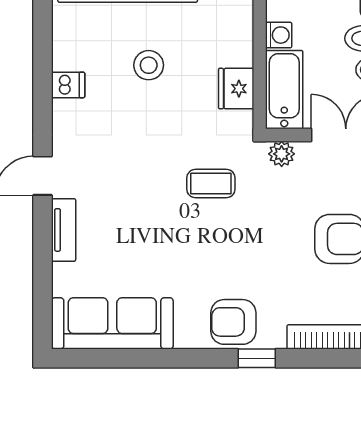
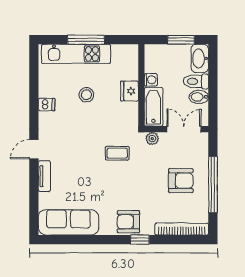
fridge: (236, 89) -> (130, 91), moved

